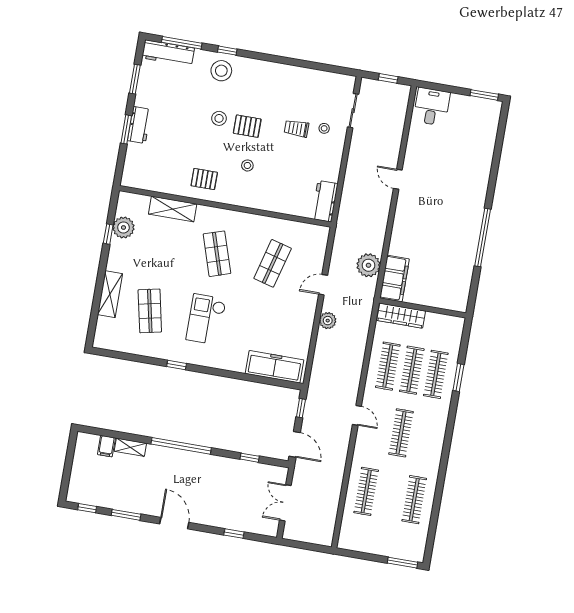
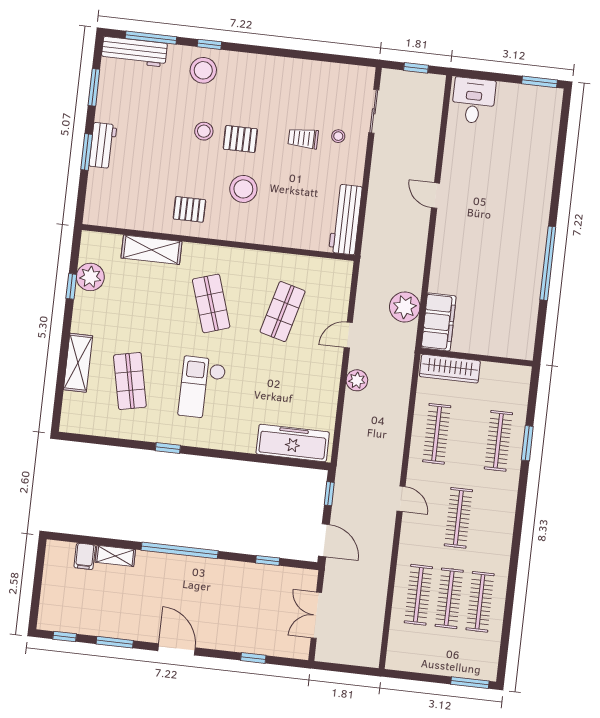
stool: (247, 165) -> (243, 189), width x1.89, depth x1.89
workbench: (325, 201) -> (345, 219), width x1.37
clothes rail: (412, 370) -> (449, 598), moved

